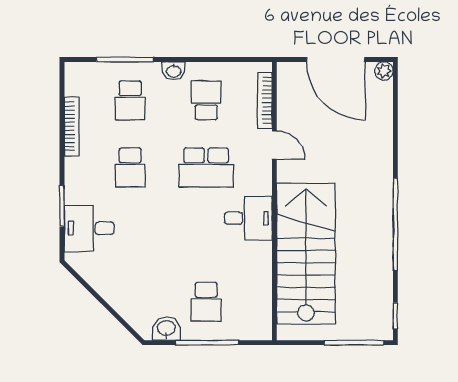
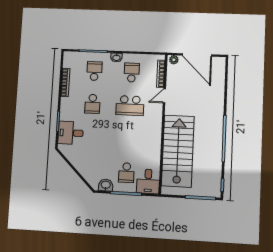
plant: (384, 71) -> (174, 60), moved
school desk: (130, 100) -> (94, 71), turned 180
door: (274, 145) -> (164, 96), swing flipped
desk: (248, 218) -> (148, 181), moved, turned 90

